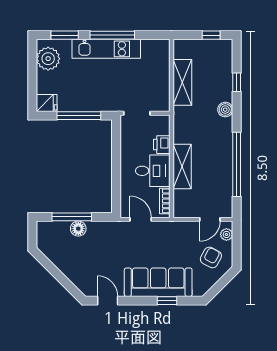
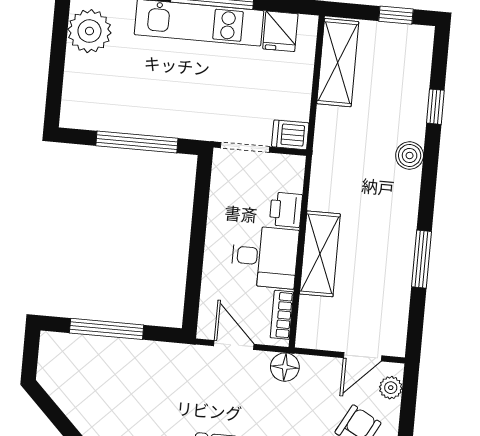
shelving: (182, 82) -> (338, 63), moved
fridge: (47, 103) -> (280, 31), moved, turned 90
dishwasher: (161, 104) -> (290, 135), added
window: (237, 164) -> (422, 259), width x0.47
floor lamp: (78, 229) -> (285, 367), moved

